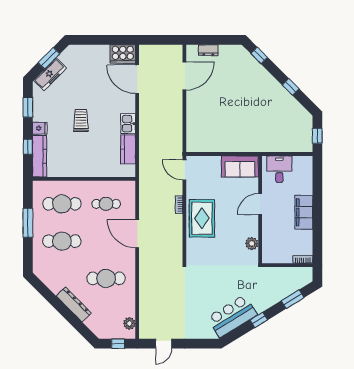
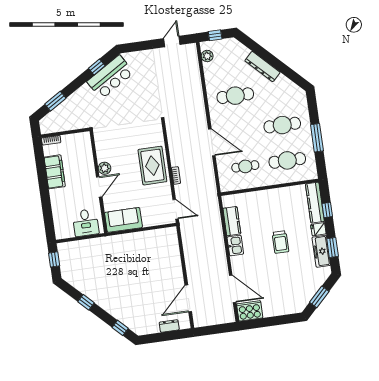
freezer: (50, 74) -> (321, 251), moved, turned -45
filing cabinet: (304, 212) -> (55, 172), moved
plant: (252, 244) -> (105, 168), moved
window: (259, 320) -> (97, 67), moved

